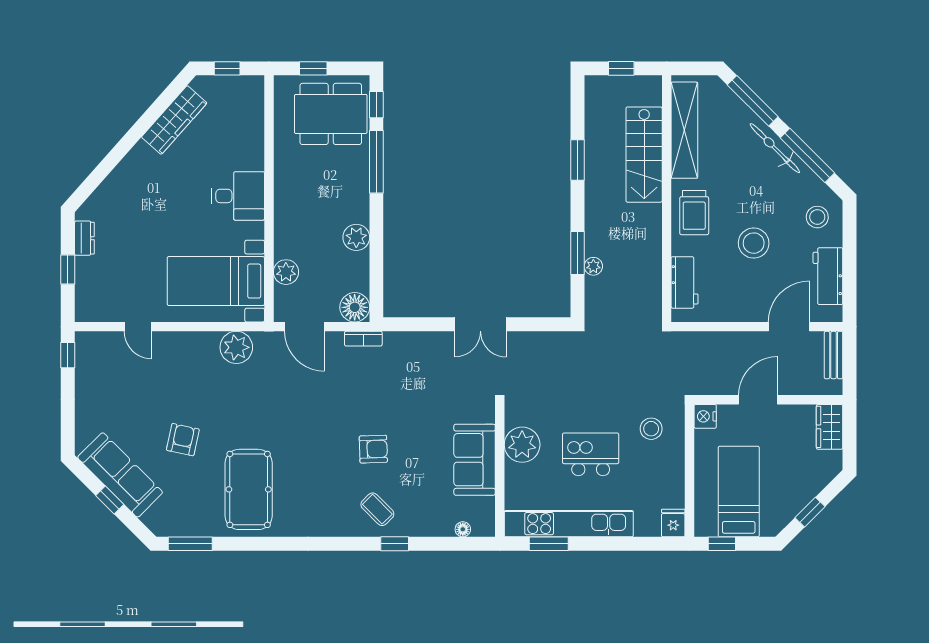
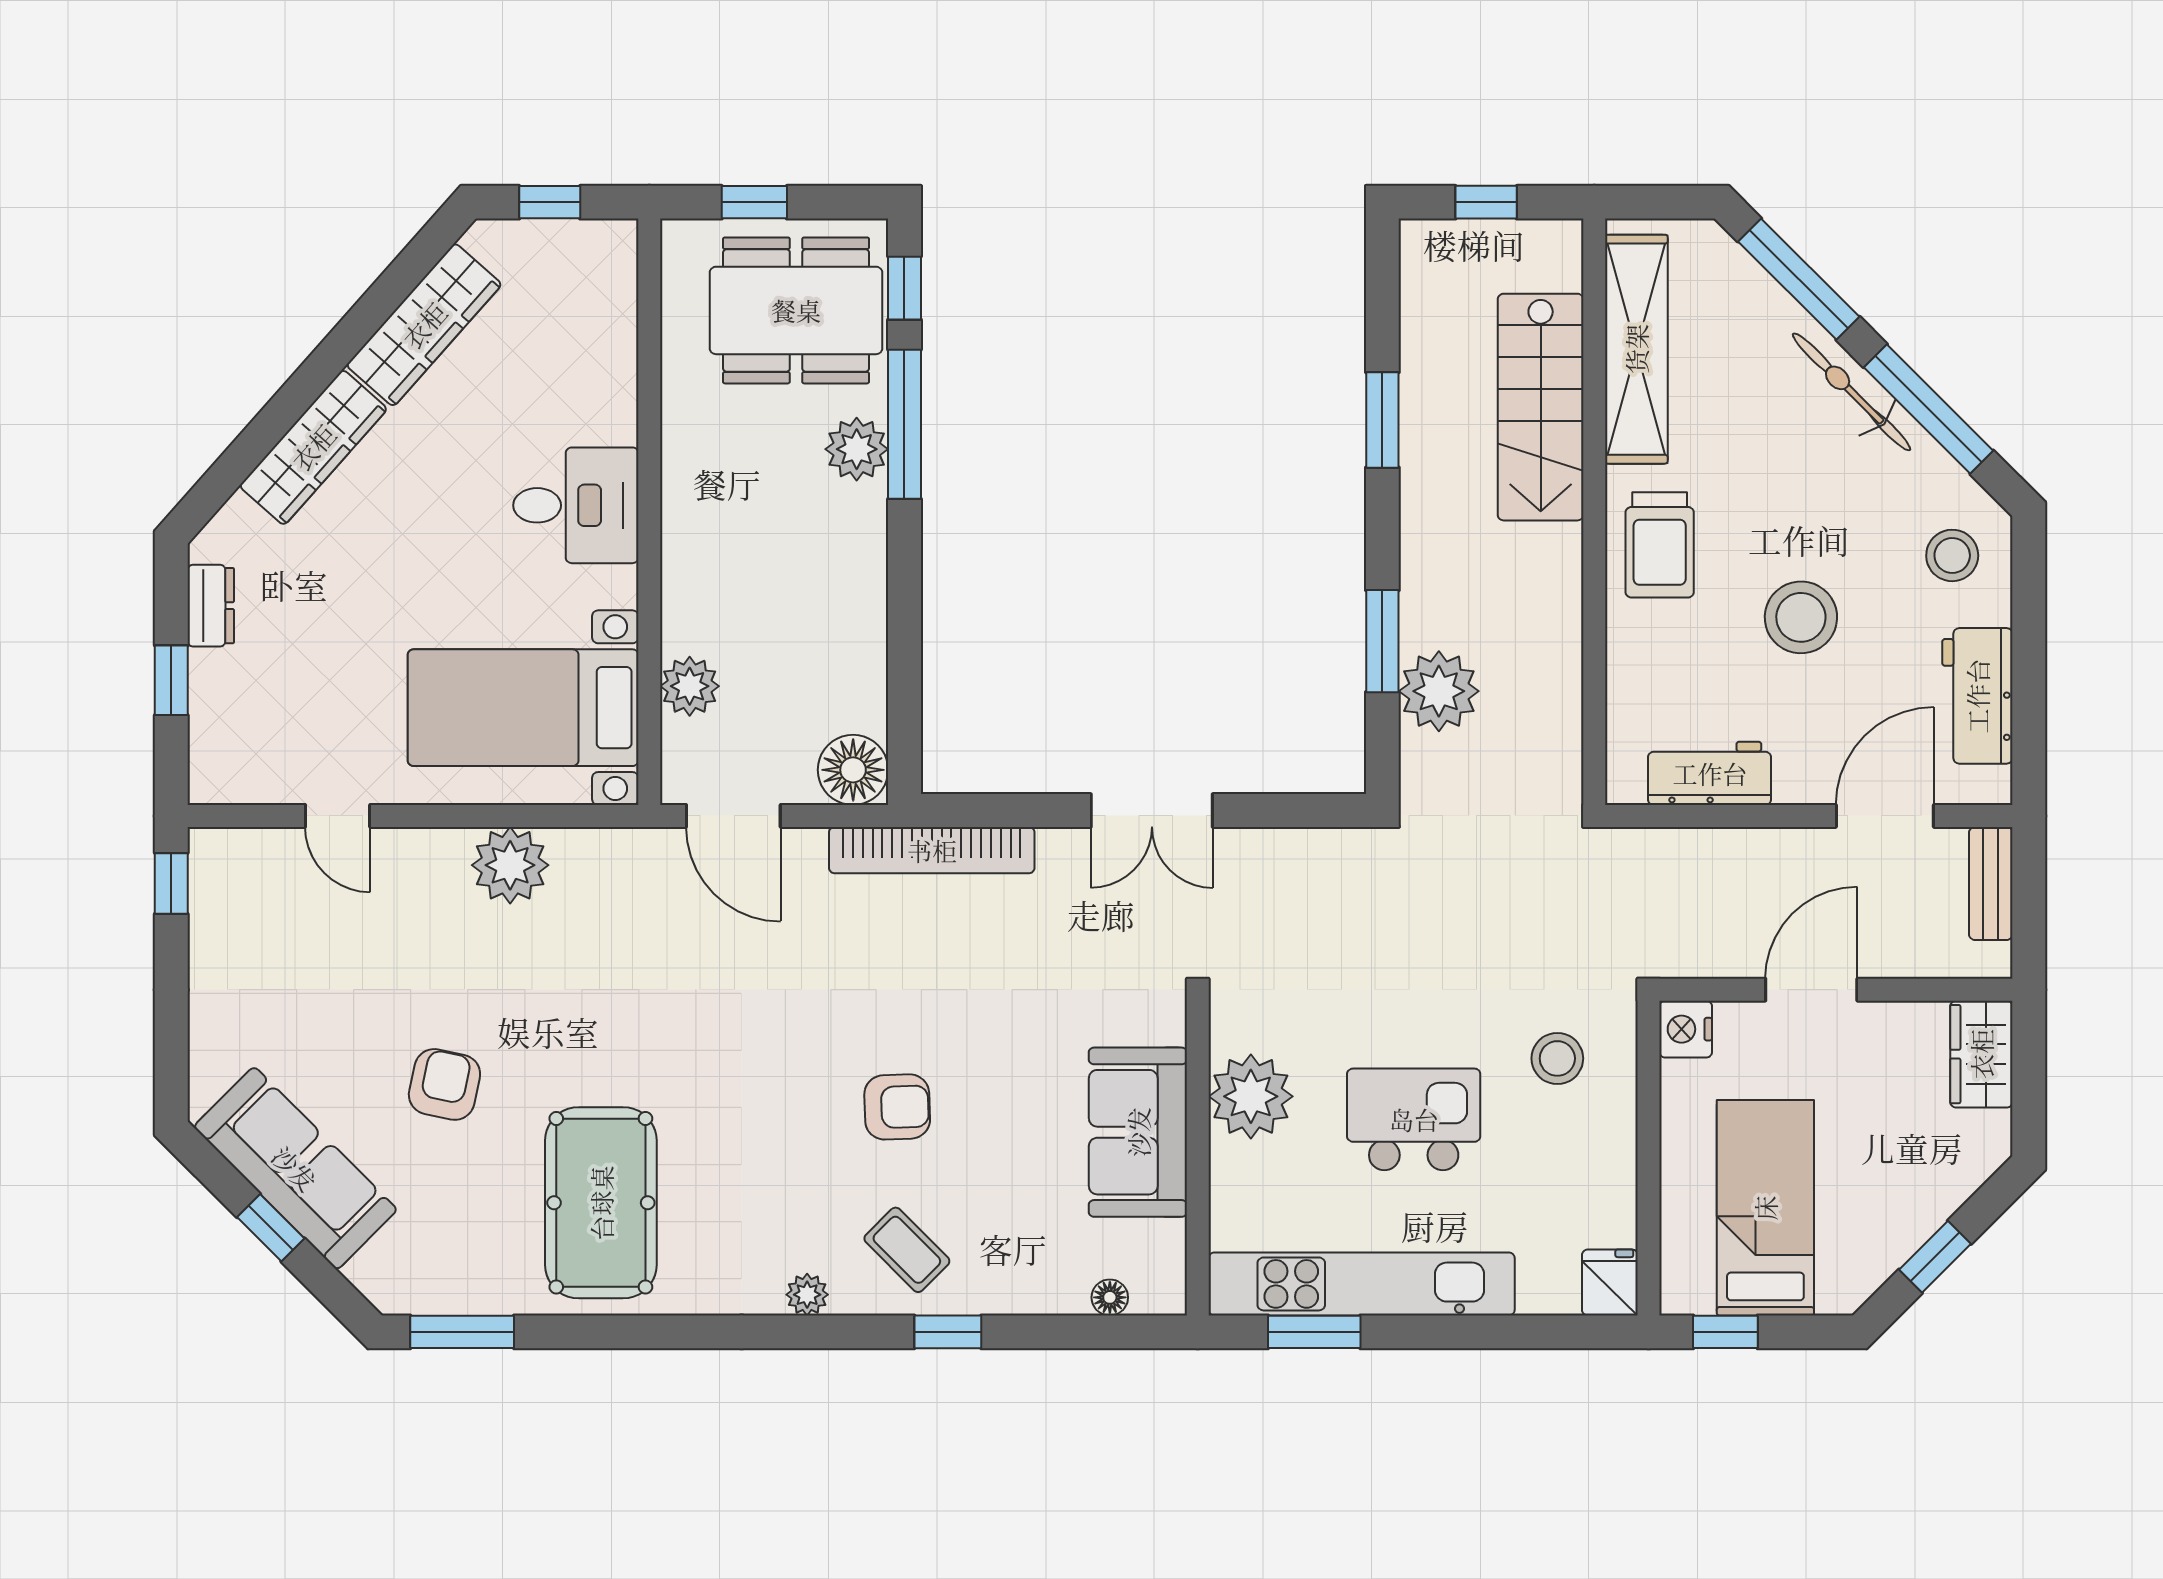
wardrobe: (128, 172) -> (313, 447), added
plant: (356, 237) -> (857, 449), moved
plant: (593, 266) -> (1439, 691), width x1.87, depth x1.87
workbench: (685, 282) -> (1710, 773), moved, turned -90
bookcase: (363, 339) -> (932, 850), width x2.31, depth x1.31
plant: (236, 347) -> (510, 865), moved
plant: (335, 528) -> (807, 1295), added

